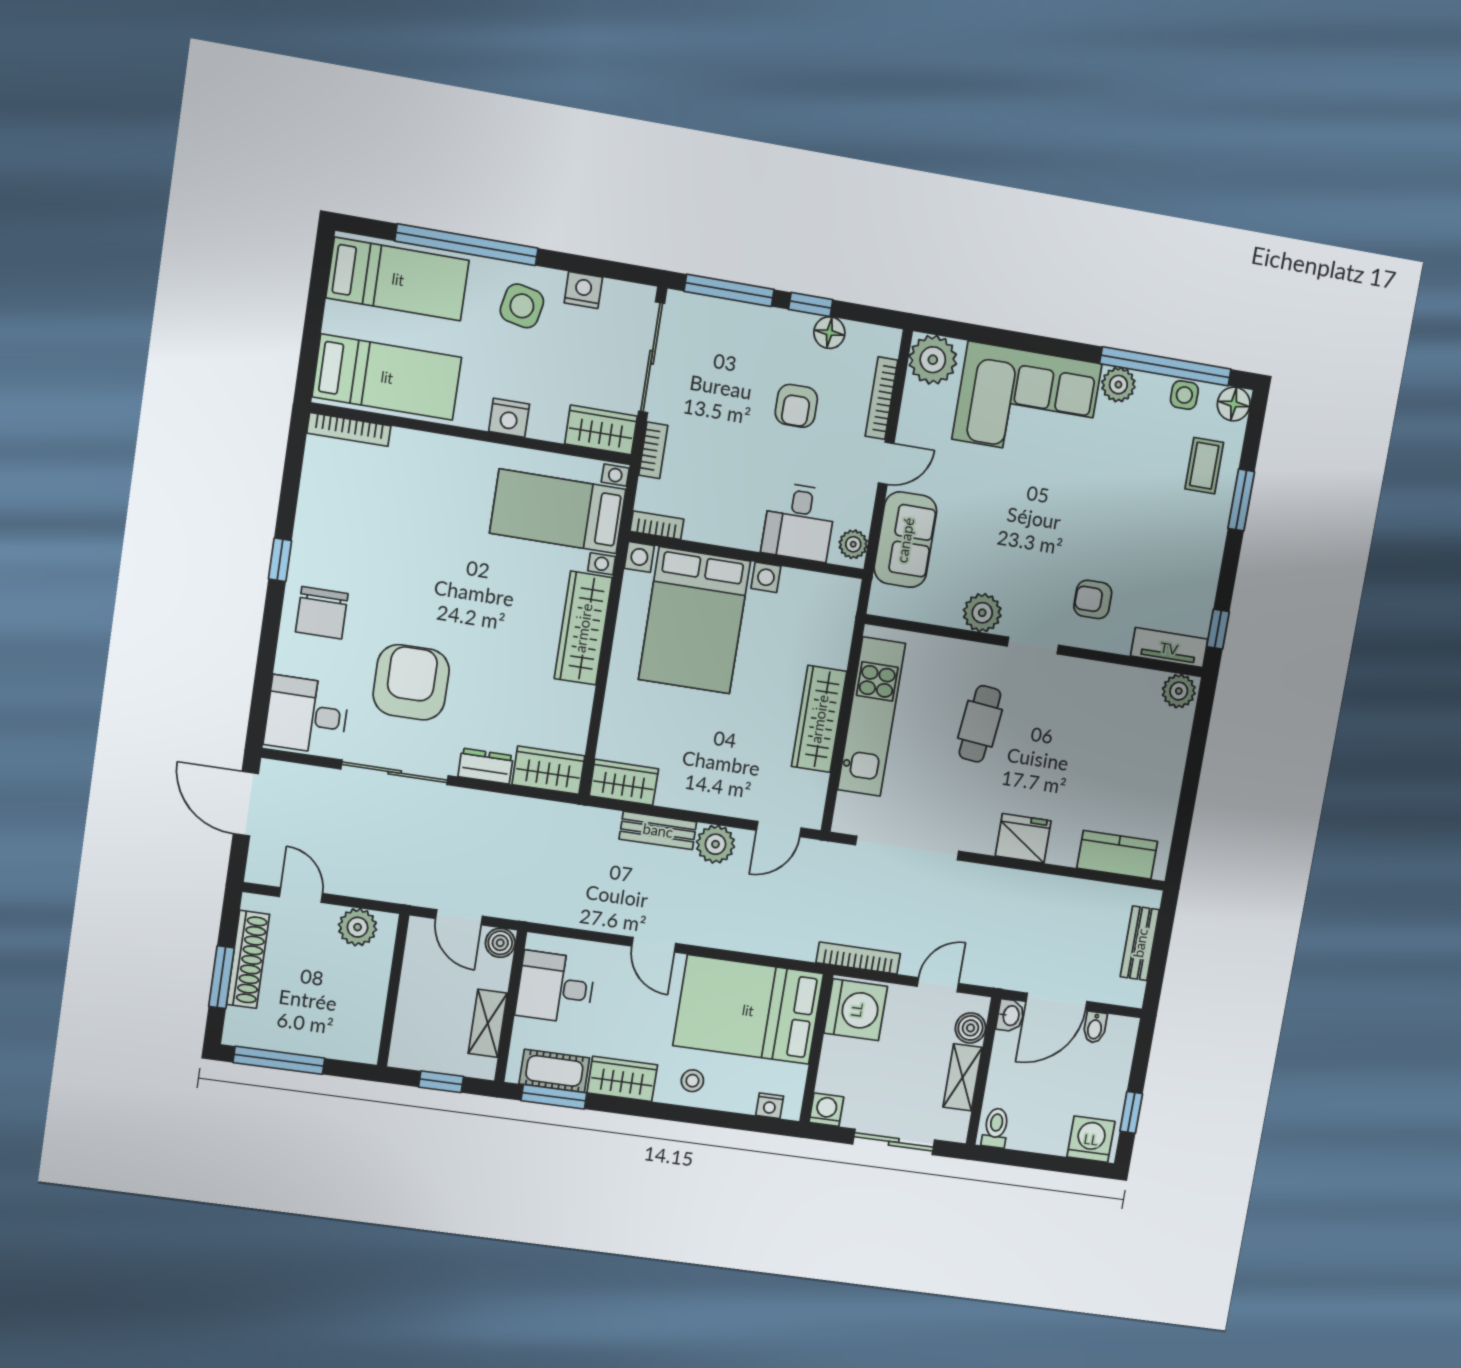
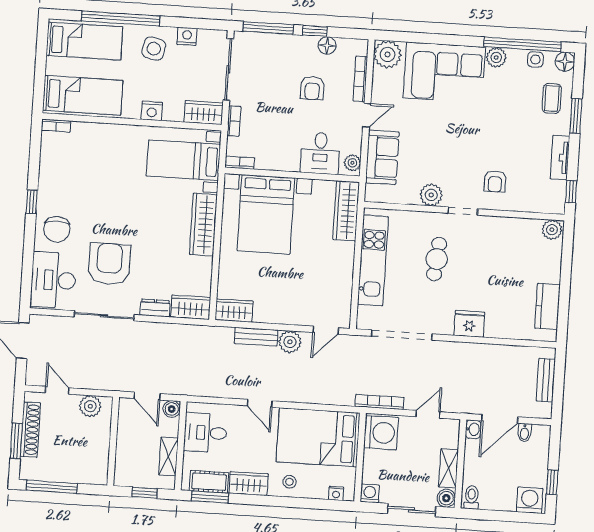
bookcase: (349, 429) -> (56, 126), width x0.64
armchair: (1093, 599) -> (495, 181), turned -90
tv unit: (1169, 648) -> (560, 158), moved, turned -90
desk: (307, 715) -> (53, 280), width x1.37
wardrobe: (819, 719) -> (346, 211), moved
kitchen counter: (1117, 855) -> (547, 306), moved, turned -90
boiler: (970, 1028) -> (446, 498), moved

